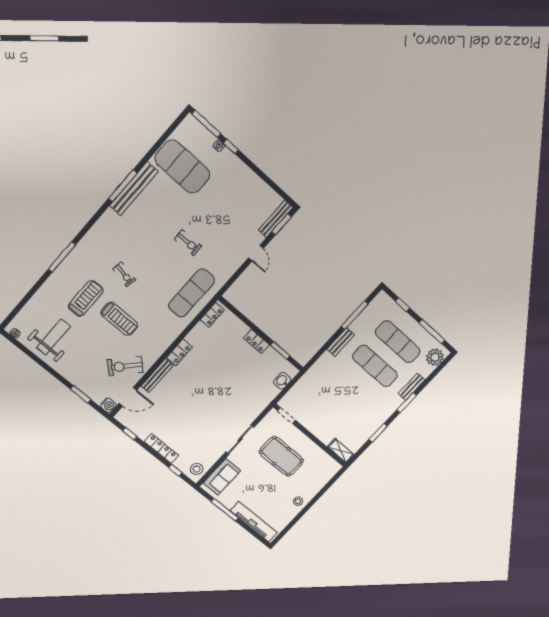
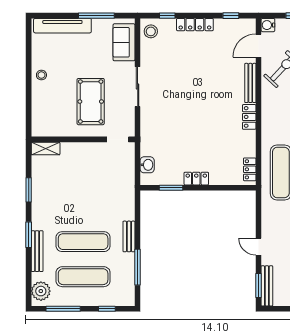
bench: (412, 387) -> (37, 251), width x1.36
pool table: (281, 456) -> (91, 102), turned 90

